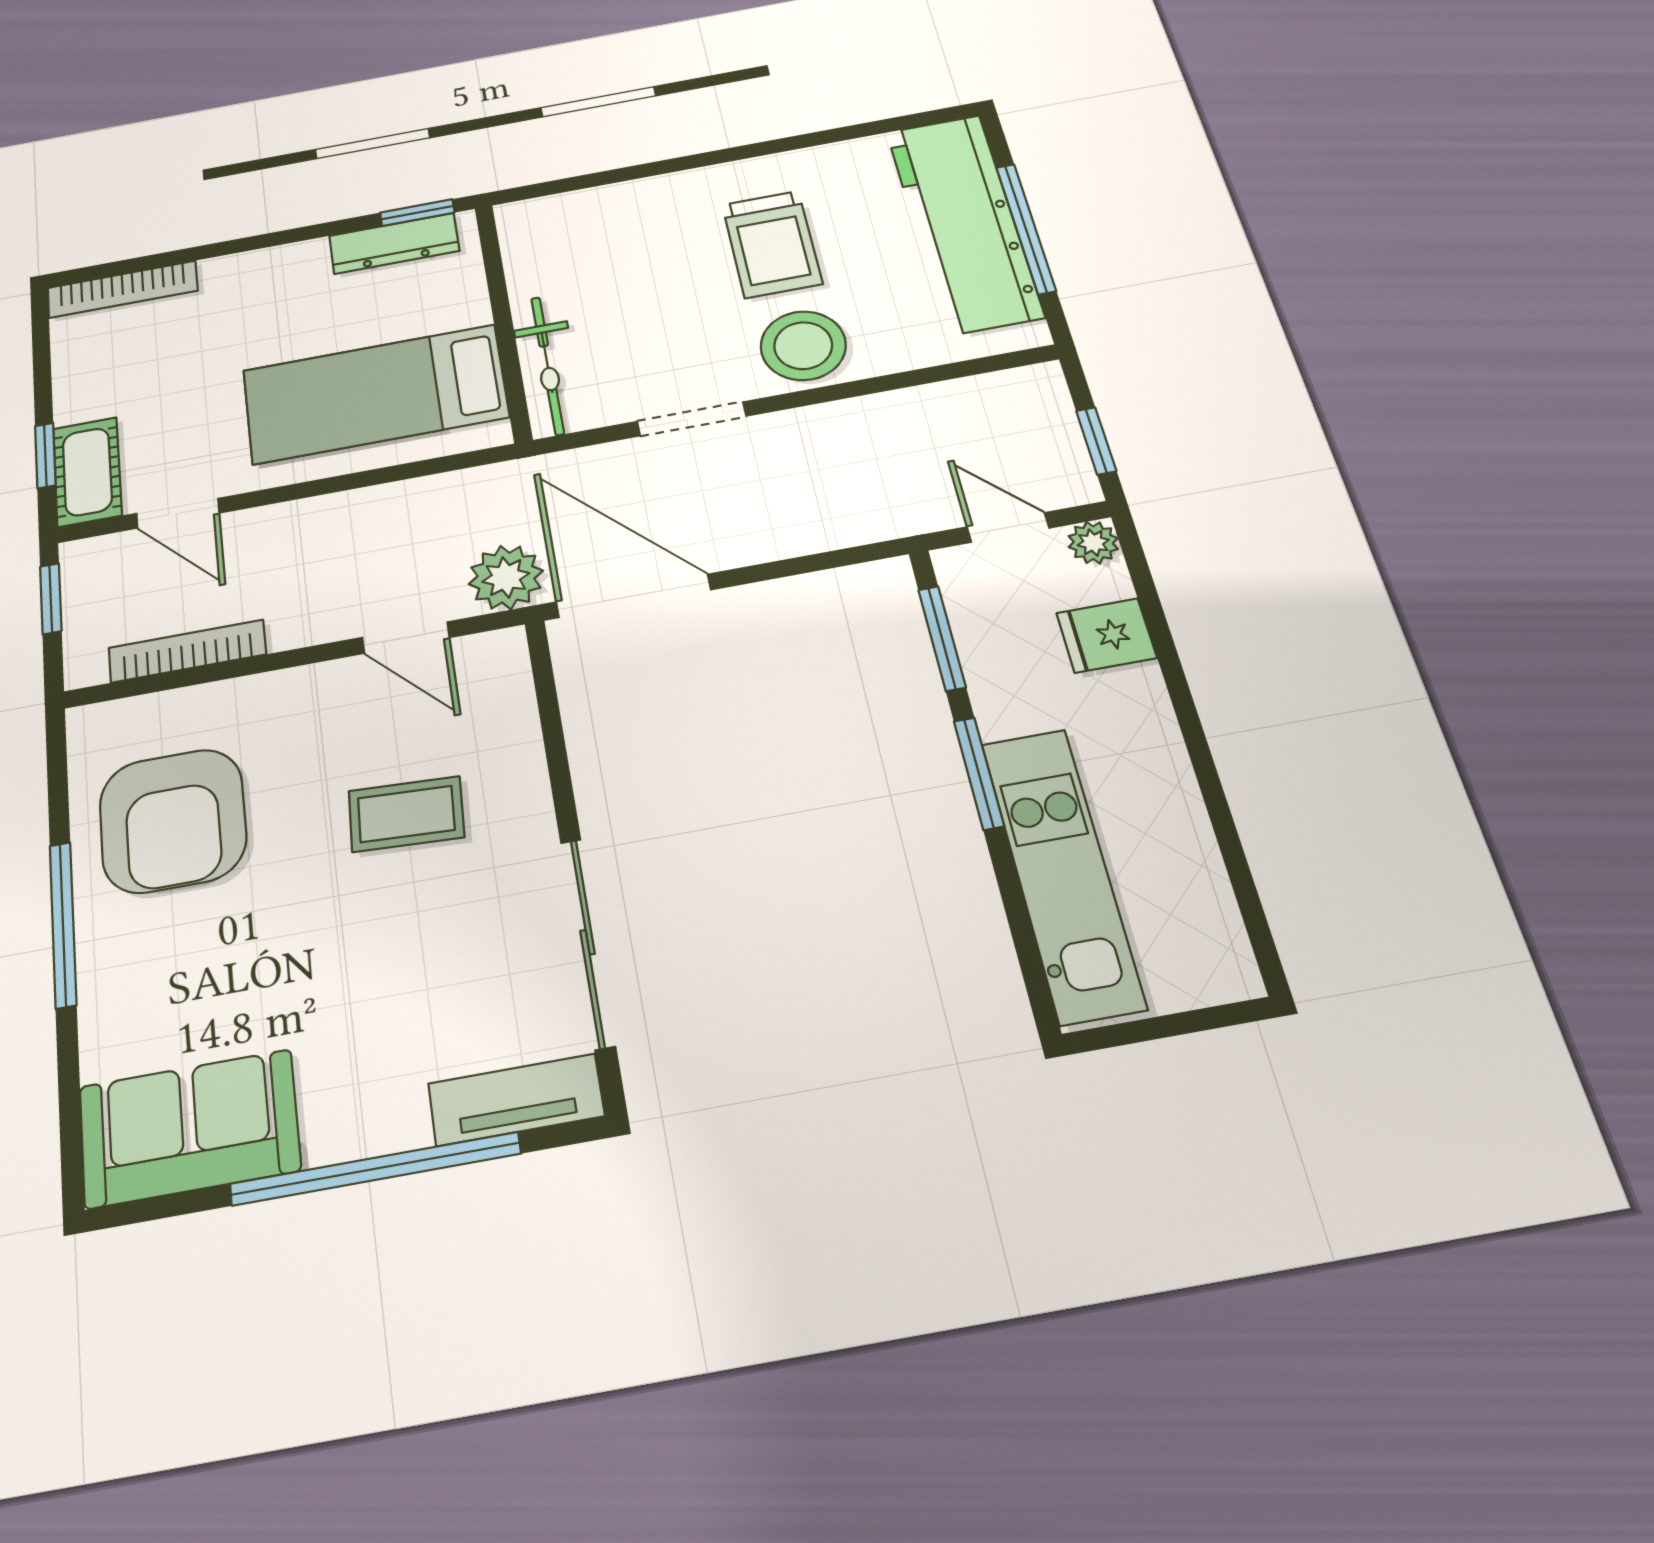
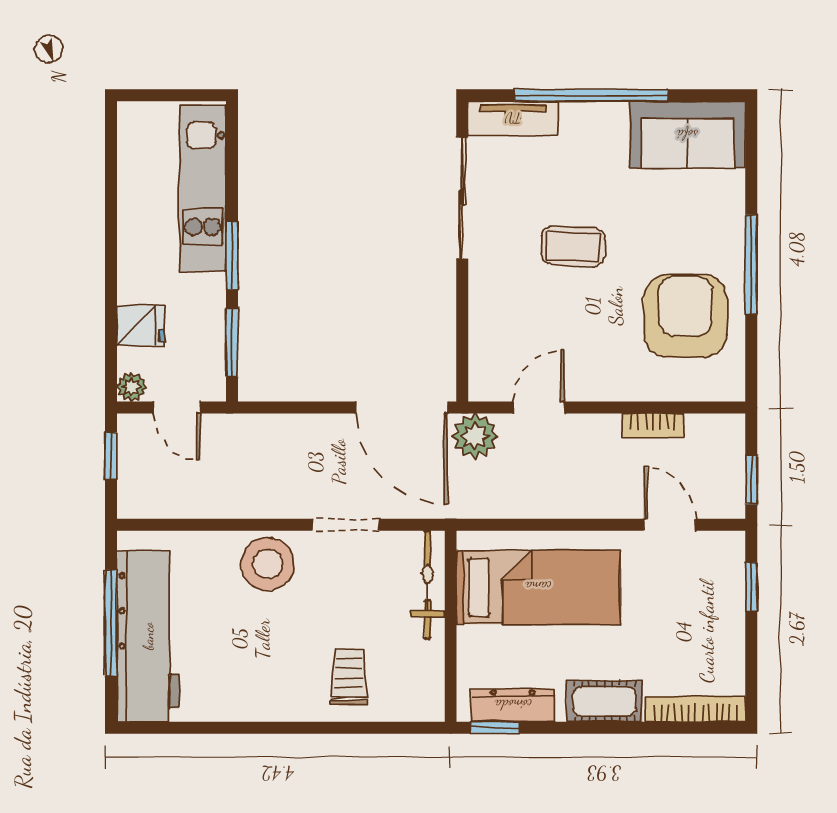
trolley: (772, 244) -> (349, 677), moved, width x0.73, depth x0.72
cot: (87, 472) -> (604, 701), moved, turned 90
door: (406, 638) -> (539, 408), hinge flipped
bookcase: (187, 651) -> (653, 425), width x0.64
coffee table: (406, 814) -> (573, 246), moved

